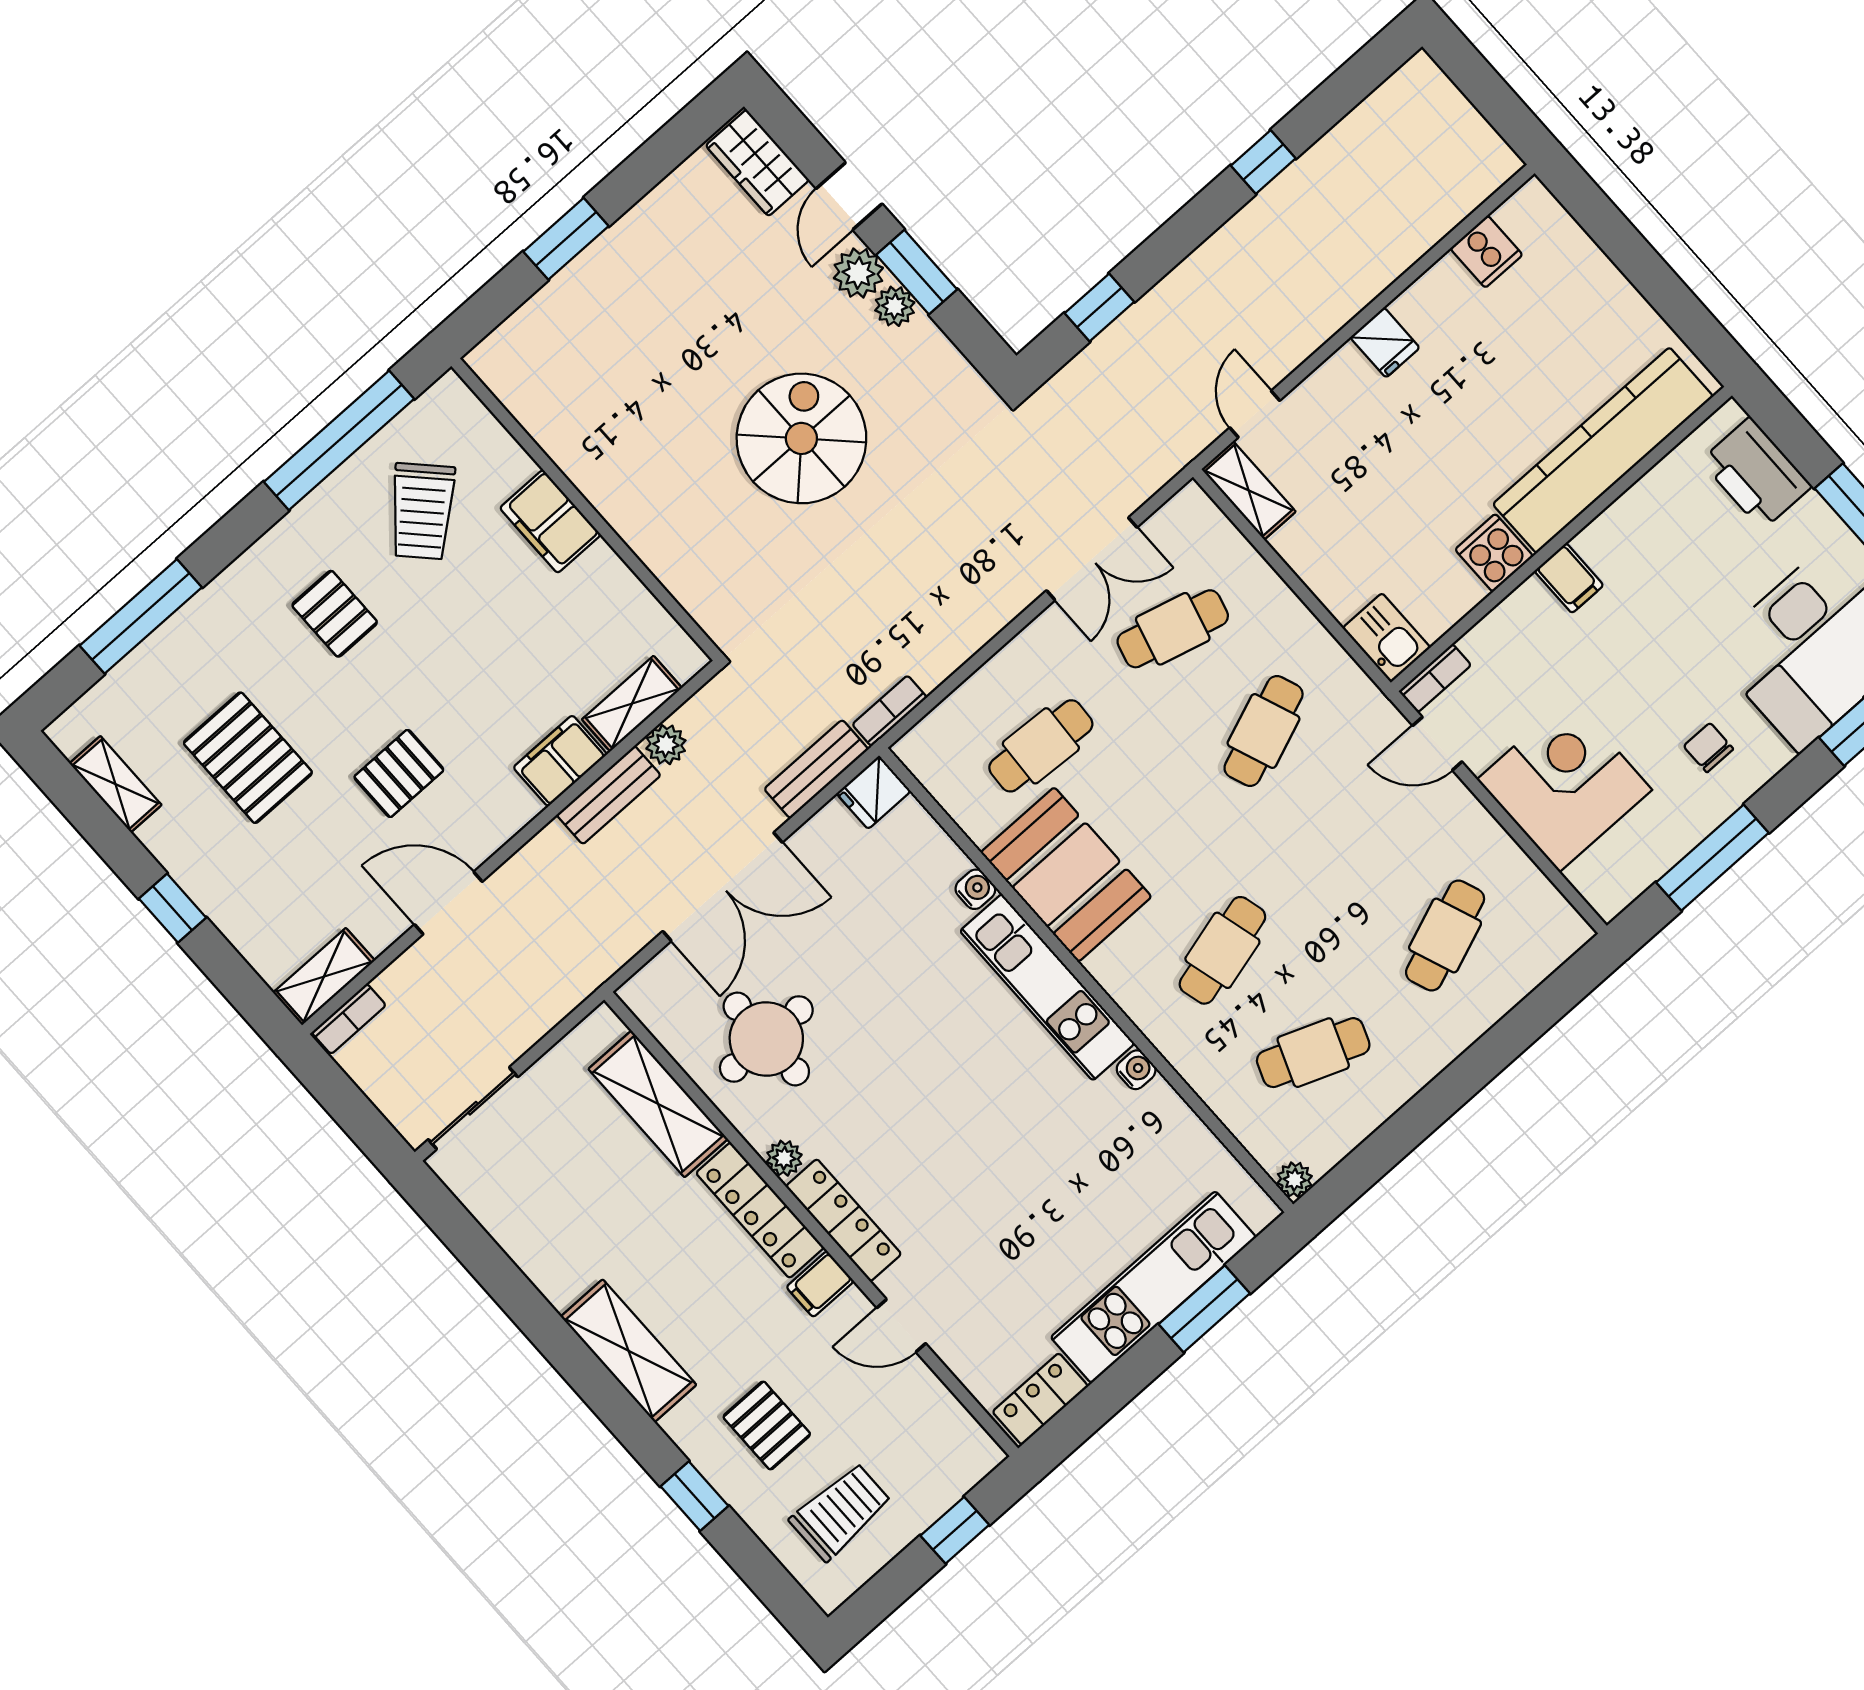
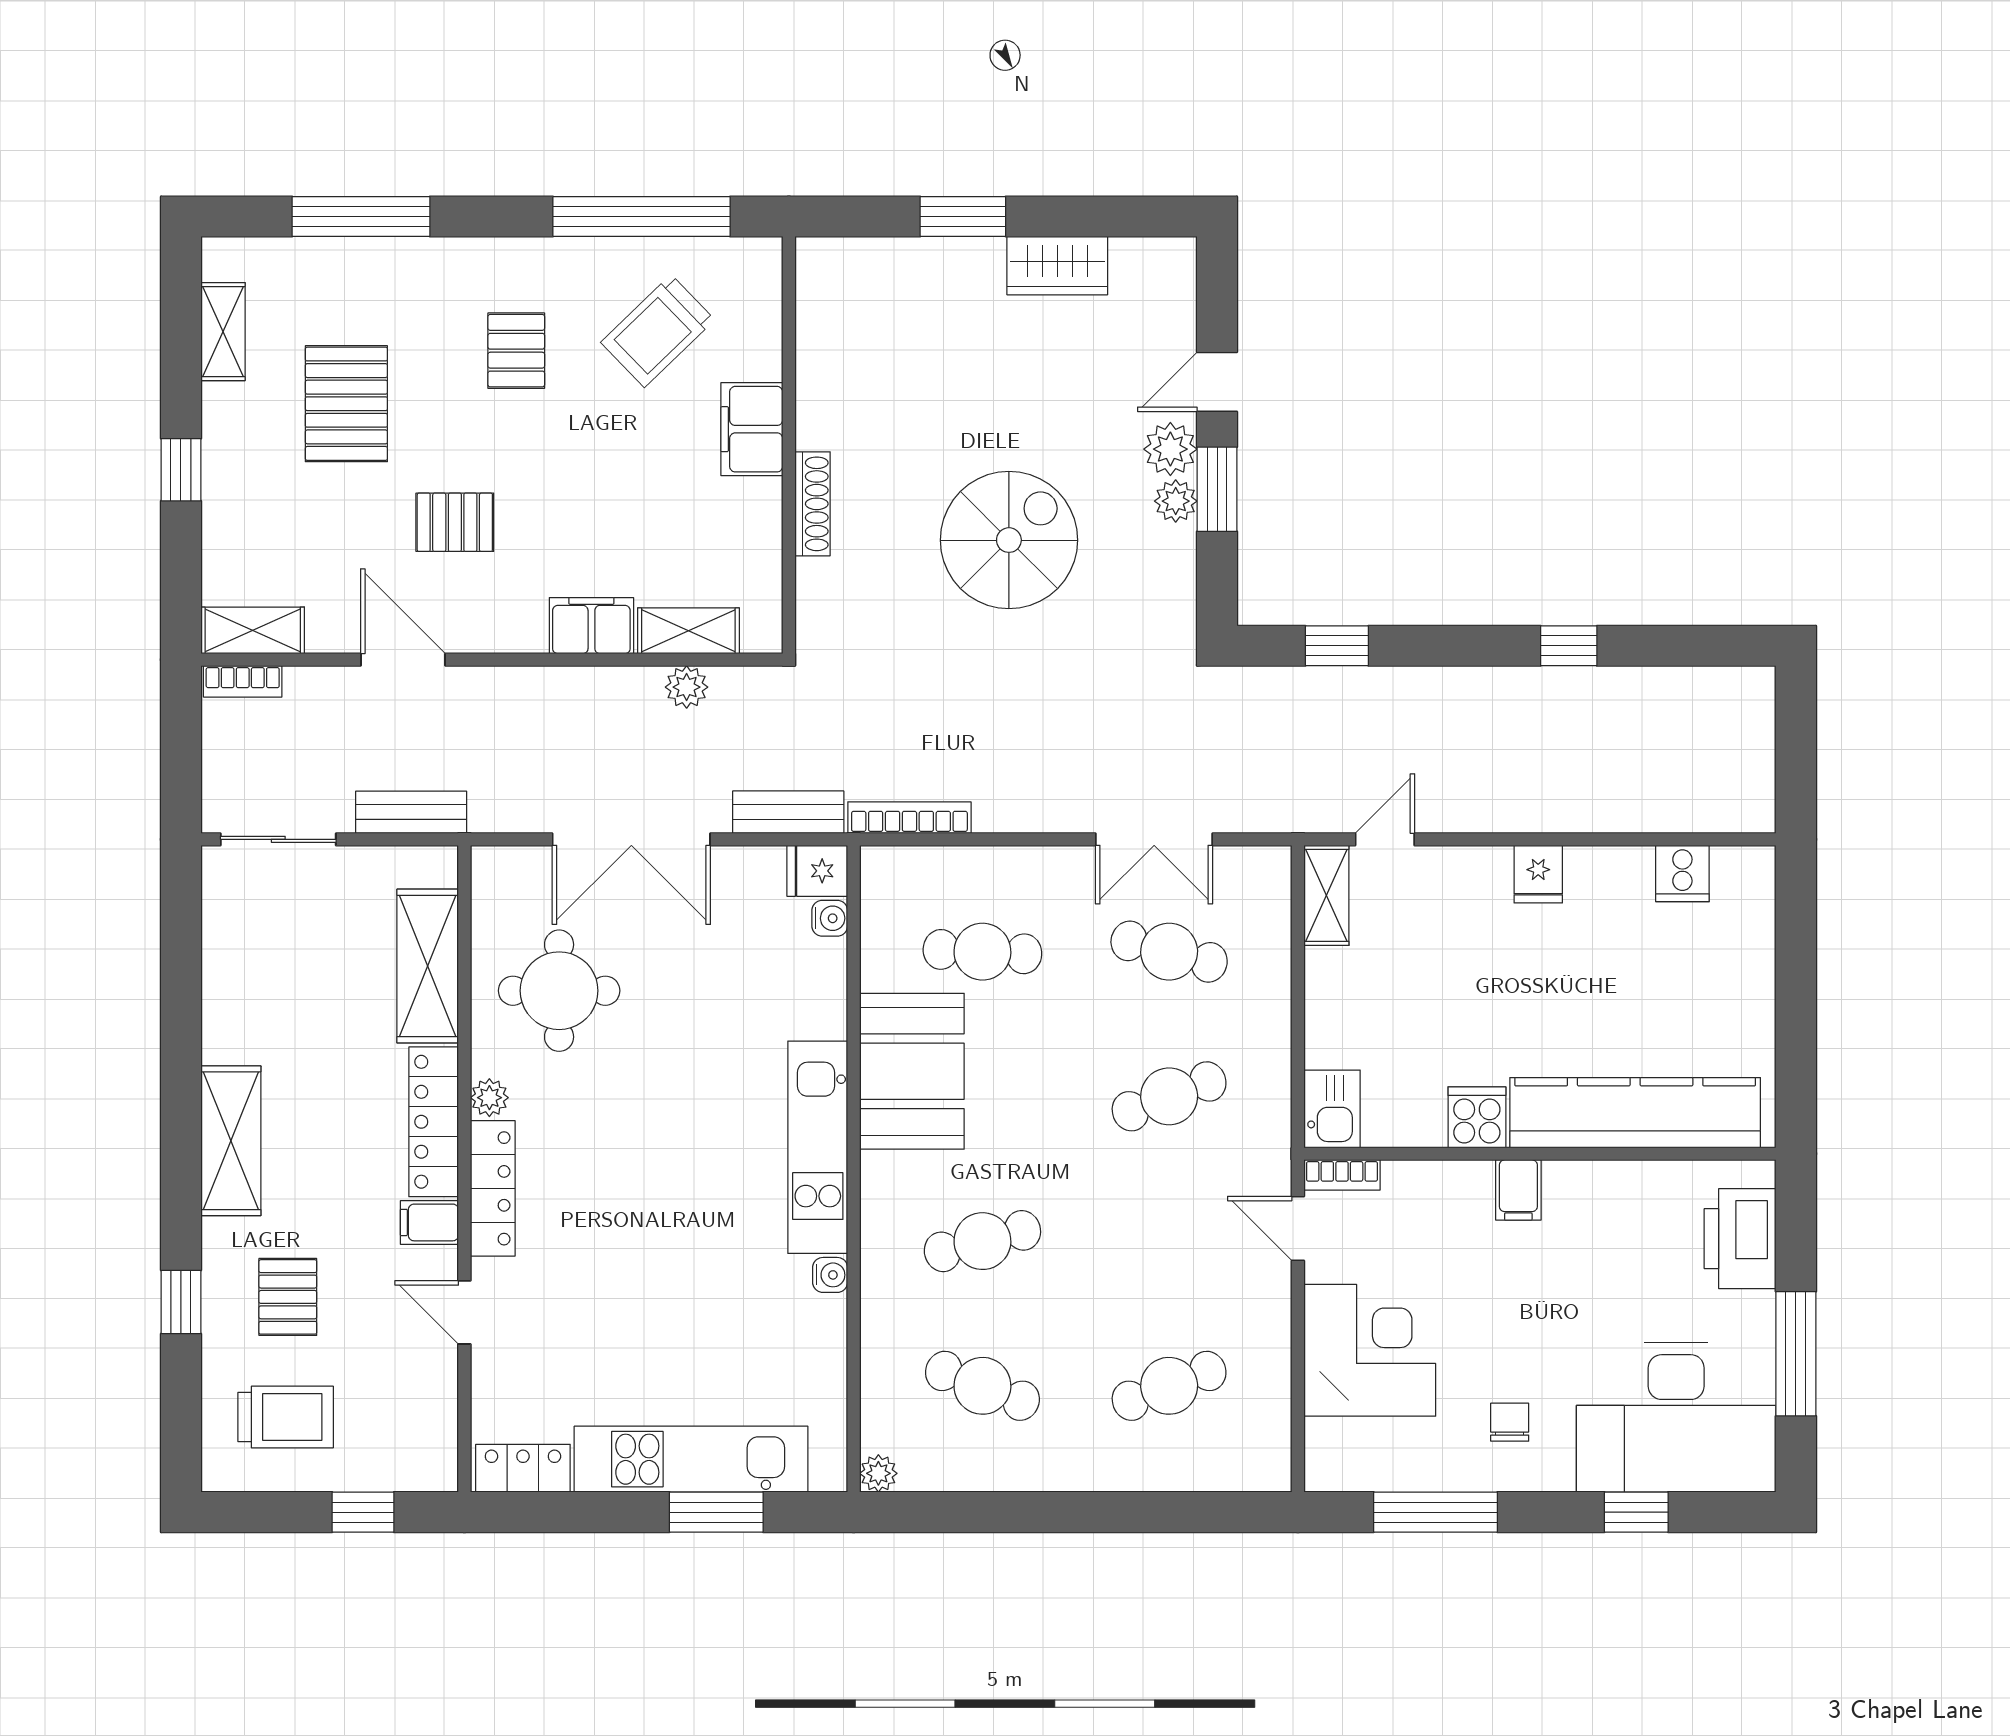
wardrobe: (757, 163) -> (1057, 266), moved, turned -90
shoe rack: (640, 536) -> (812, 504), added
bookcase: (890, 711) -> (909, 818), width x1.56
bench: (609, 795) -> (411, 812), moved
water cooler: (975, 889) -> (830, 918), moved

